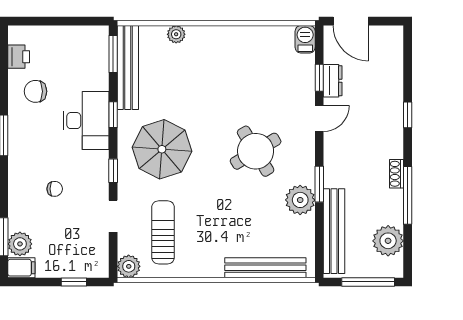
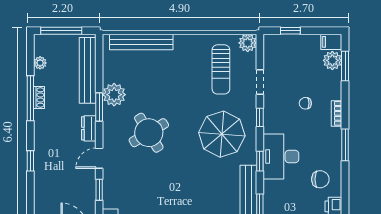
dresser: (333, 81) -> (89, 128), moved
shoe rack: (396, 174) -> (39, 98), moved
bookcase: (15, 176) -> (337, 113), added
plant: (388, 241) -> (40, 63), width x0.53, depth x0.53

